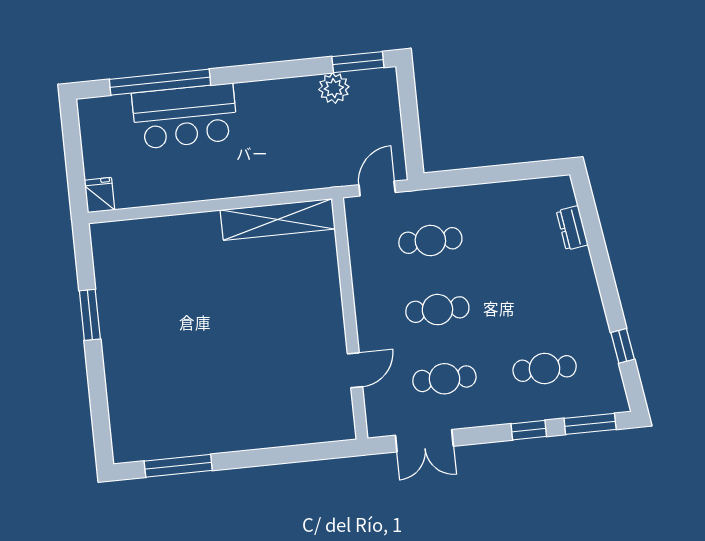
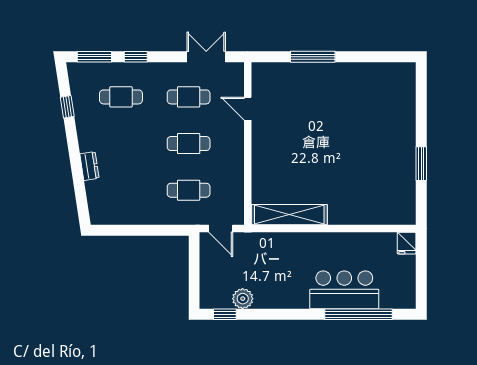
window: (358, 62) -> (225, 314), width x0.67
door: (377, 189) -> (221, 228), hinge flipped
dresser: (572, 228) -> (89, 166), moved
door: (355, 370) -> (248, 109), hinge flipped
window: (178, 466) -> (313, 57), moved

